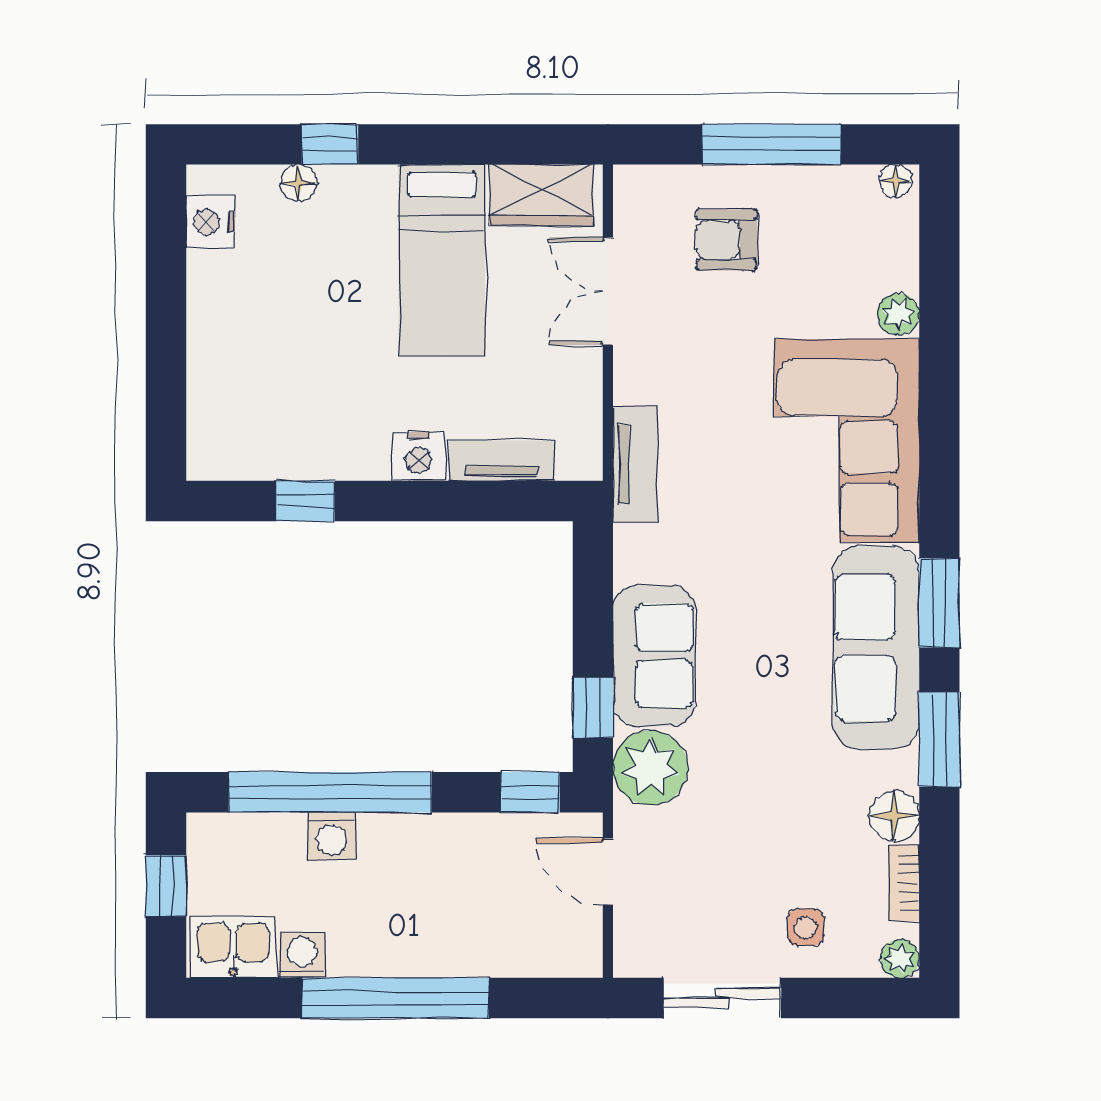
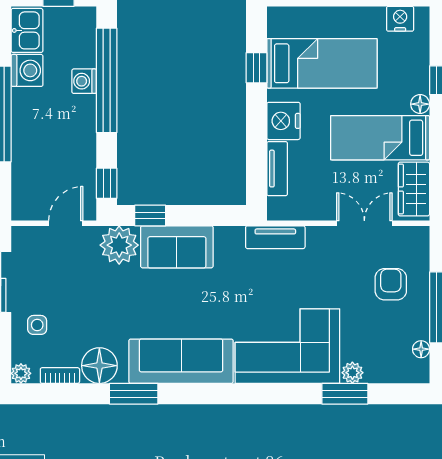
floor lamp: (896, 181) -> (421, 349), moved
floor lamp: (299, 183) -> (420, 104), moved
bed: (297, 374) -> (322, 63), added
nightstand: (419, 456) -> (283, 121), width x1.36, depth x1.33
window: (939, 603) -> (345, 394), moved
floor lamp: (894, 816) -> (99, 366), width x1.38, depth x1.38
washing machine: (302, 955) -> (27, 70), width x1.38, depth x1.38

